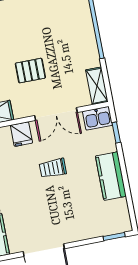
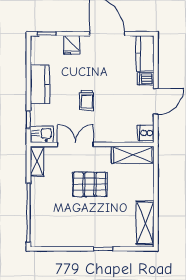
pallet: (30, 71) -> (90, 184), width x1.50, depth x1.42
fridge: (21, 134) -> (72, 45), moved, turned 180
trolley: (53, 168) -> (87, 100), turned 90

